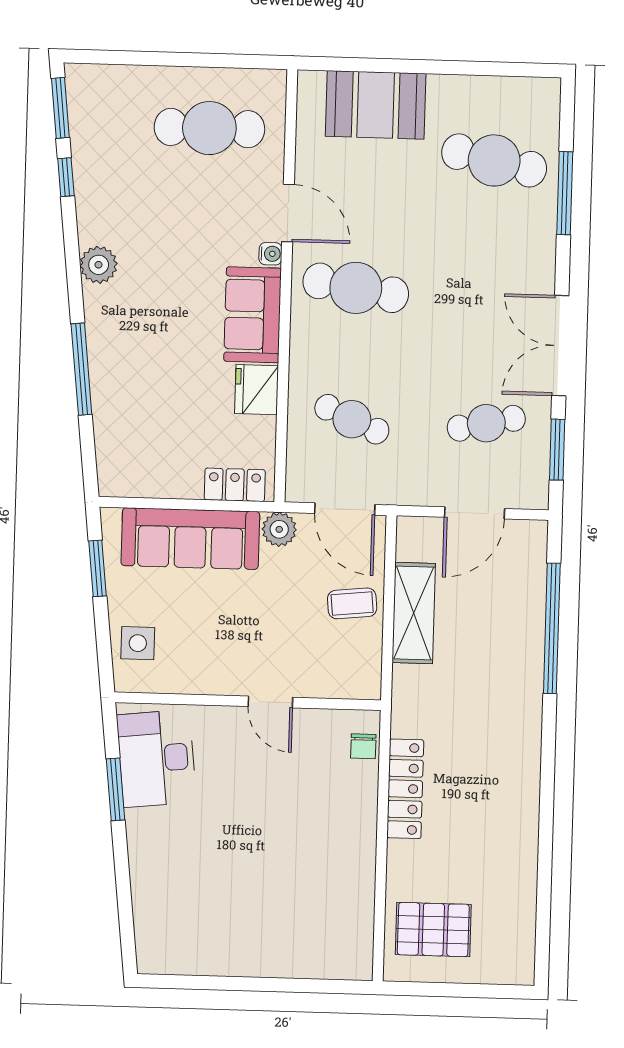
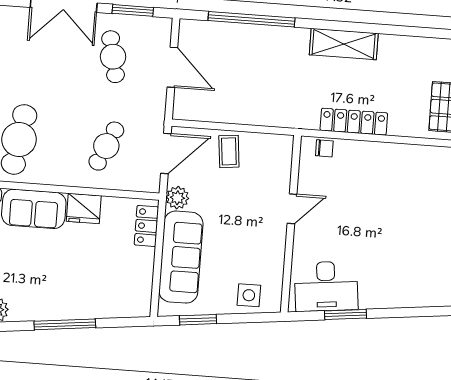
shelving: (414, 613) -> (344, 44), moved

